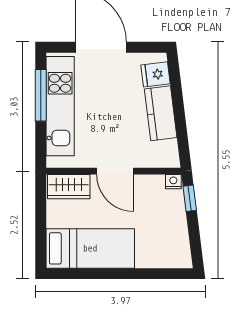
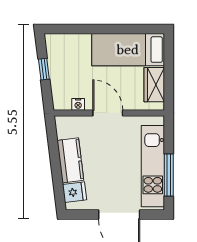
nightstand: (173, 182) -> (78, 104), moved
wardrobe: (69, 187) -> (154, 85), moved, turned -90
window: (190, 198) -> (44, 69), moved

